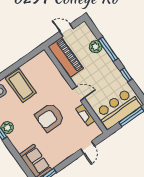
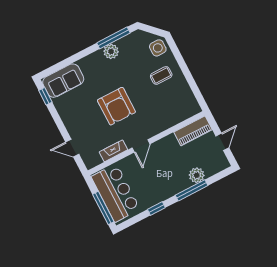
piano: (66, 58) -> (193, 131), width x0.73, depth x0.75
coffee table: (21, 86) -> (161, 75), width x0.54, depth x0.58
armchair: (50, 117) -> (116, 106), turned 180

